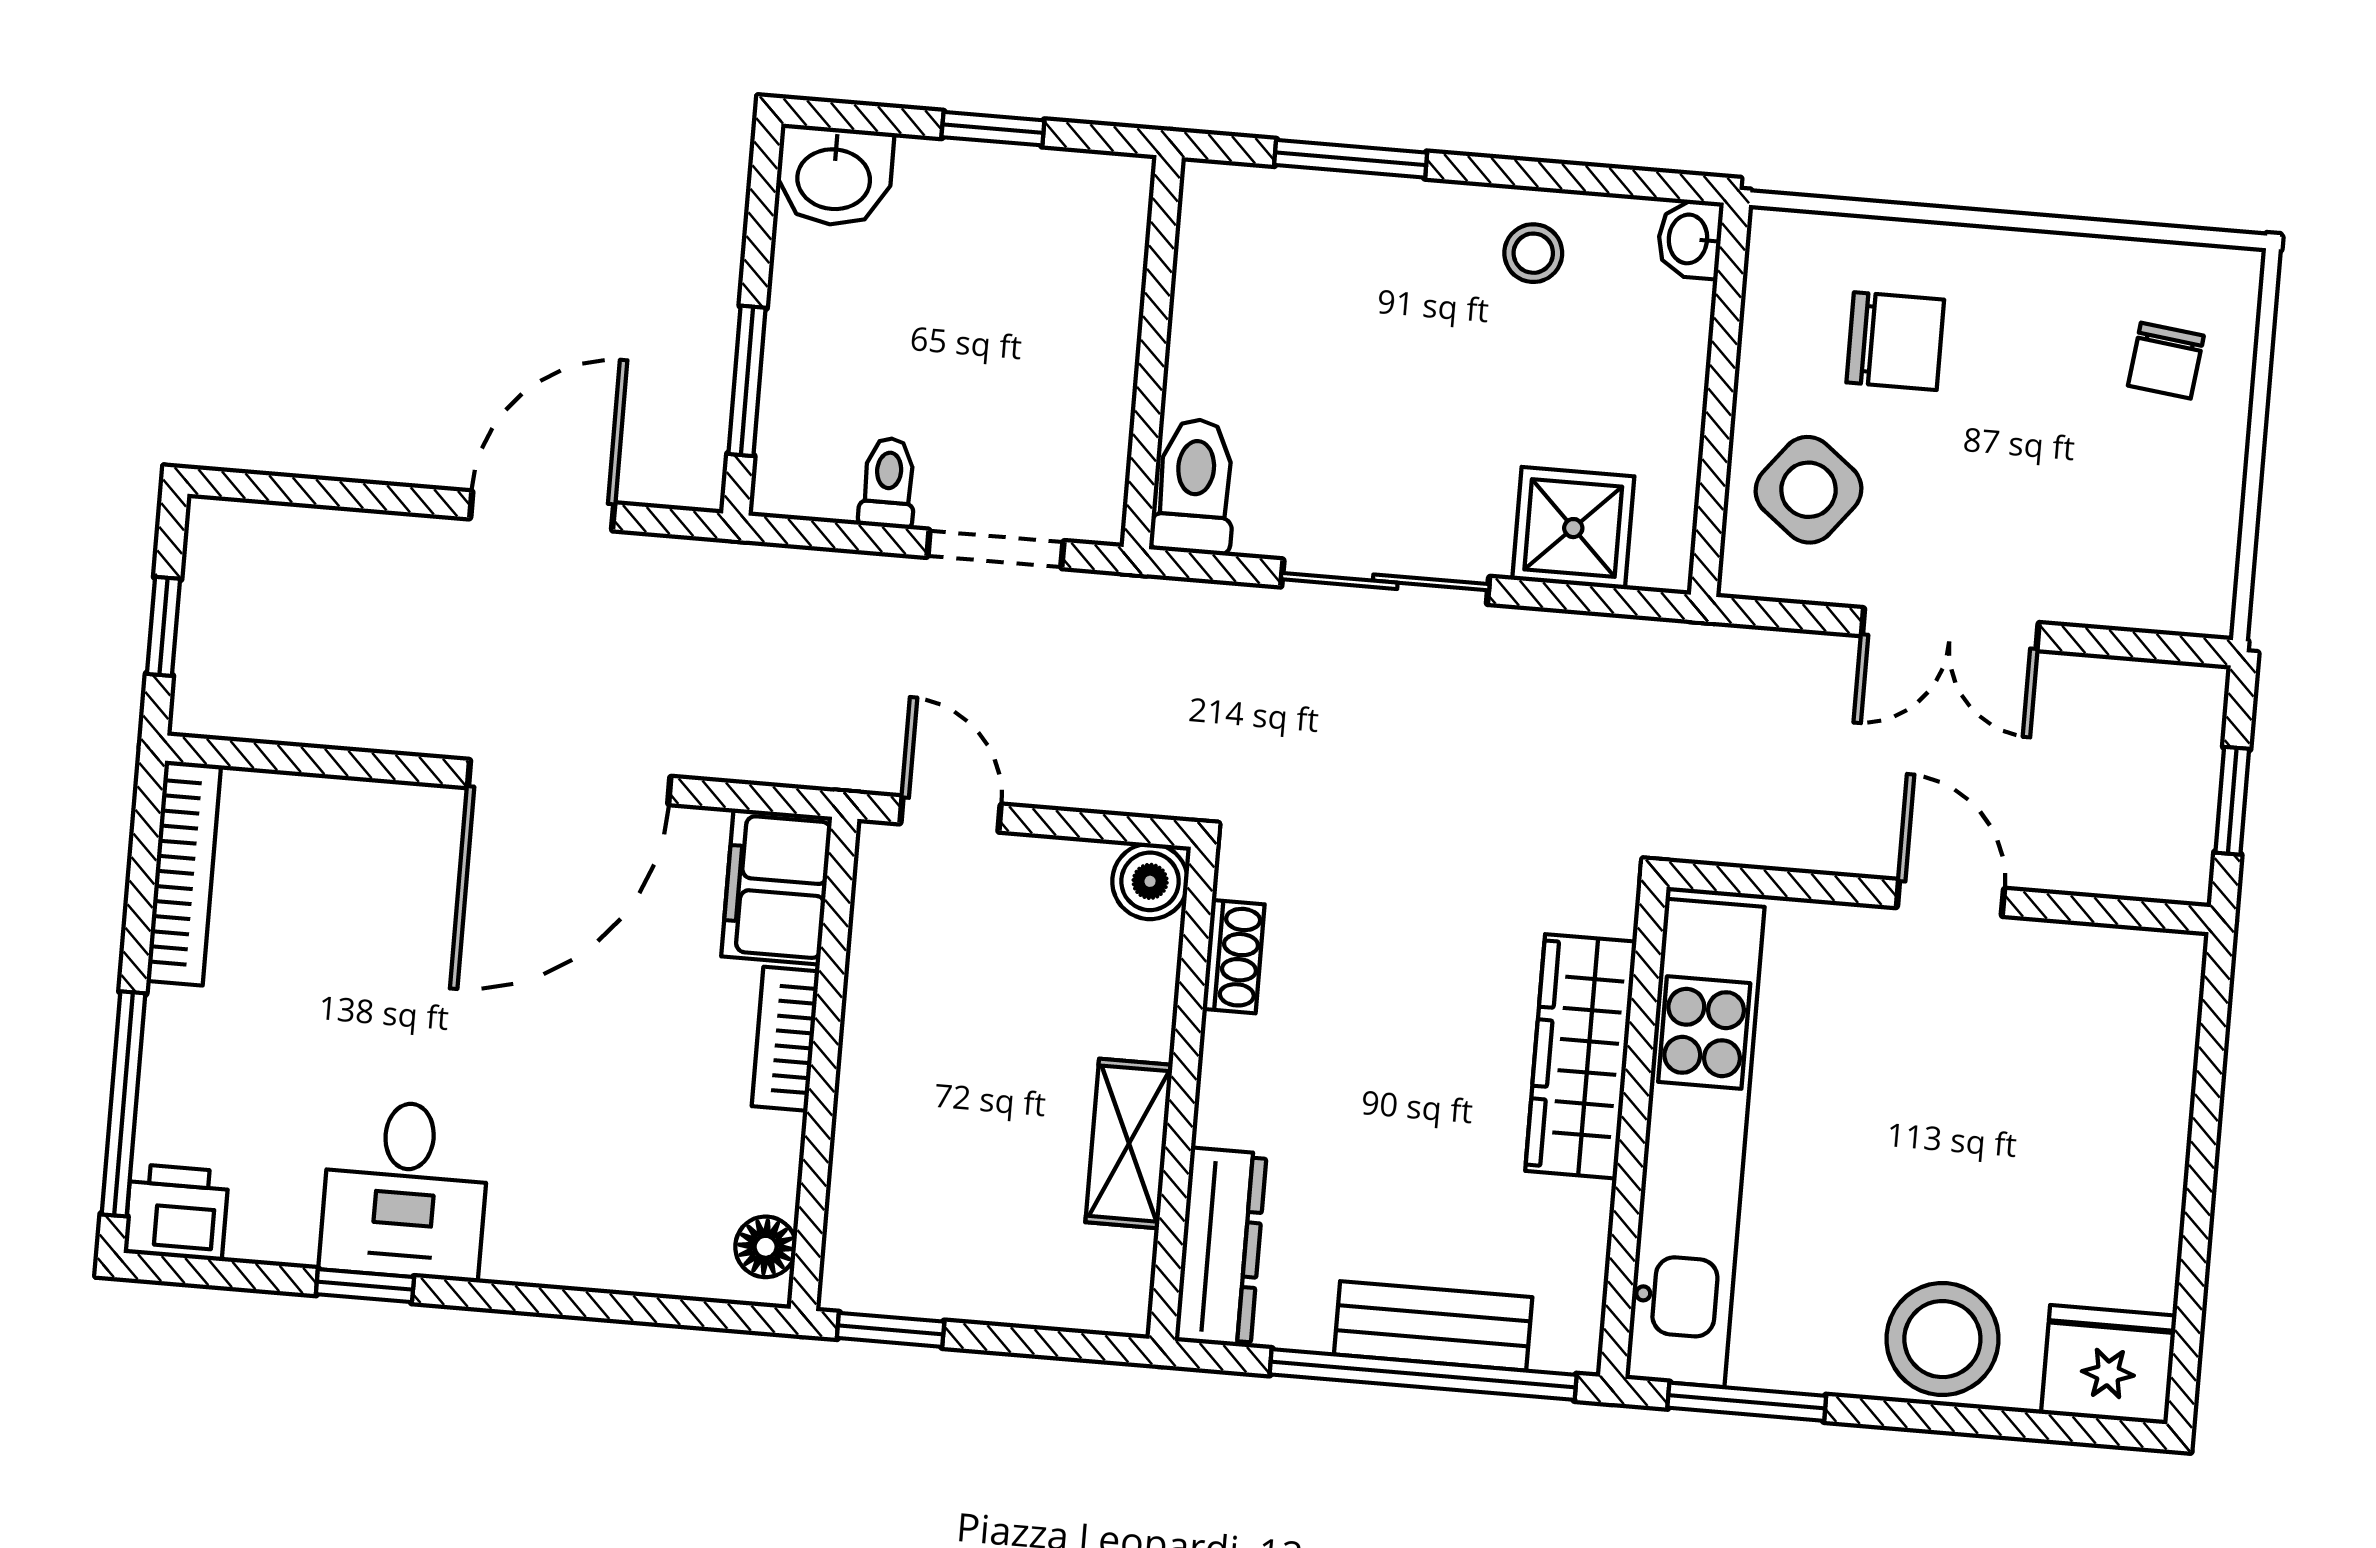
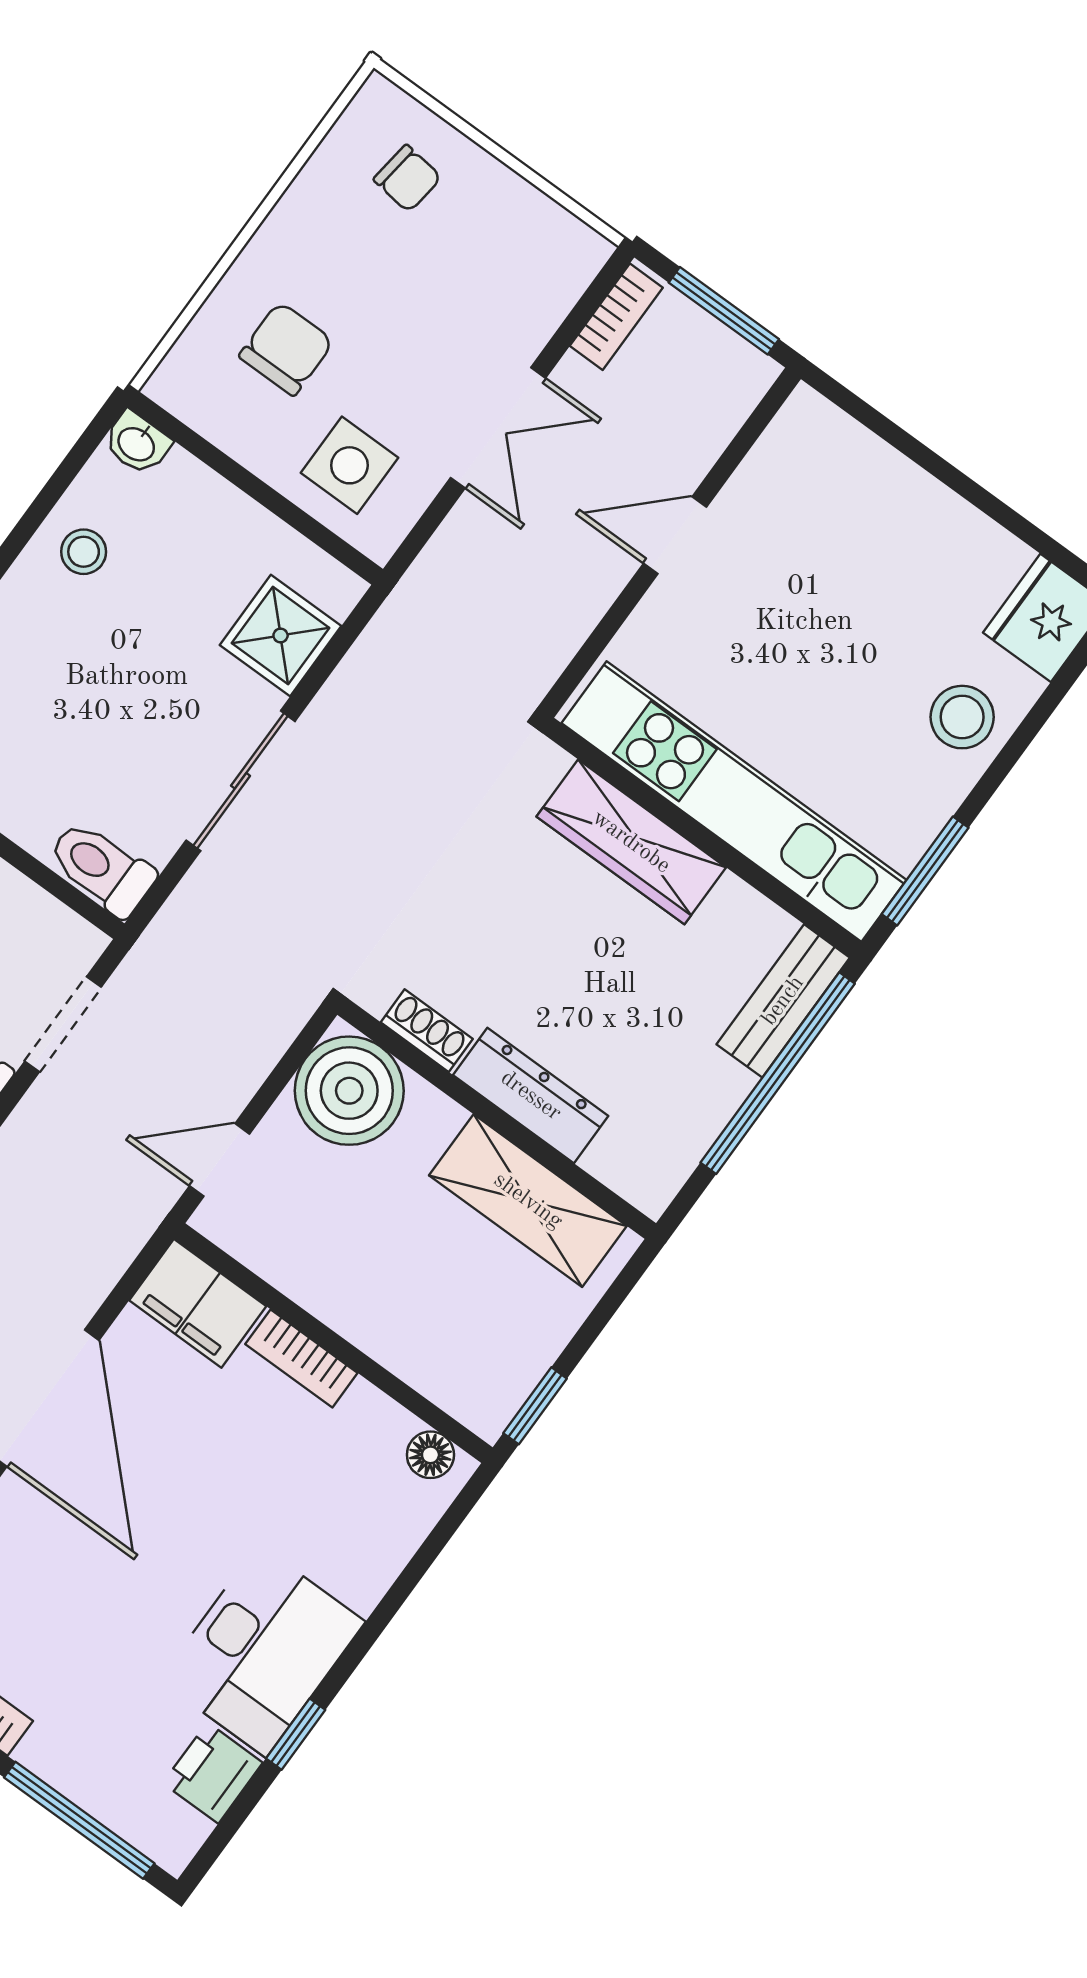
side table: (1808, 490) -> (349, 465), turned -38
bookcase: (2153, 685) -> (616, 317), added
window: (2232, 801) -> (724, 311), width x1.50
boiler: (1150, 881) -> (349, 1091), width x1.86, depth x1.86
shelving: (1129, 1144) -> (528, 1201), width x1.50, depth x1.33
desk: (405, 1190) -> (262, 1651), width x1.37
printer: (176, 1212) -> (213, 1773), moved
dresser: (1221, 1247) -> (531, 1096), moved
bench: (1433, 1326) -> (783, 1001), moved
stool: (1942, 1339) -> (962, 717), width x0.73, depth x0.73

